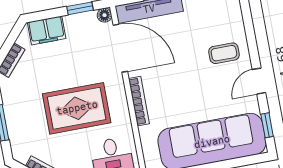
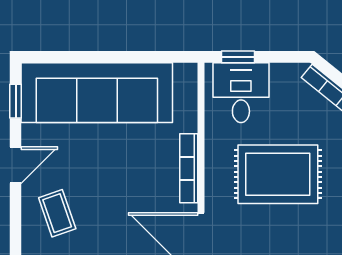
coffee table: (224, 53) -> (57, 213), turned 71

